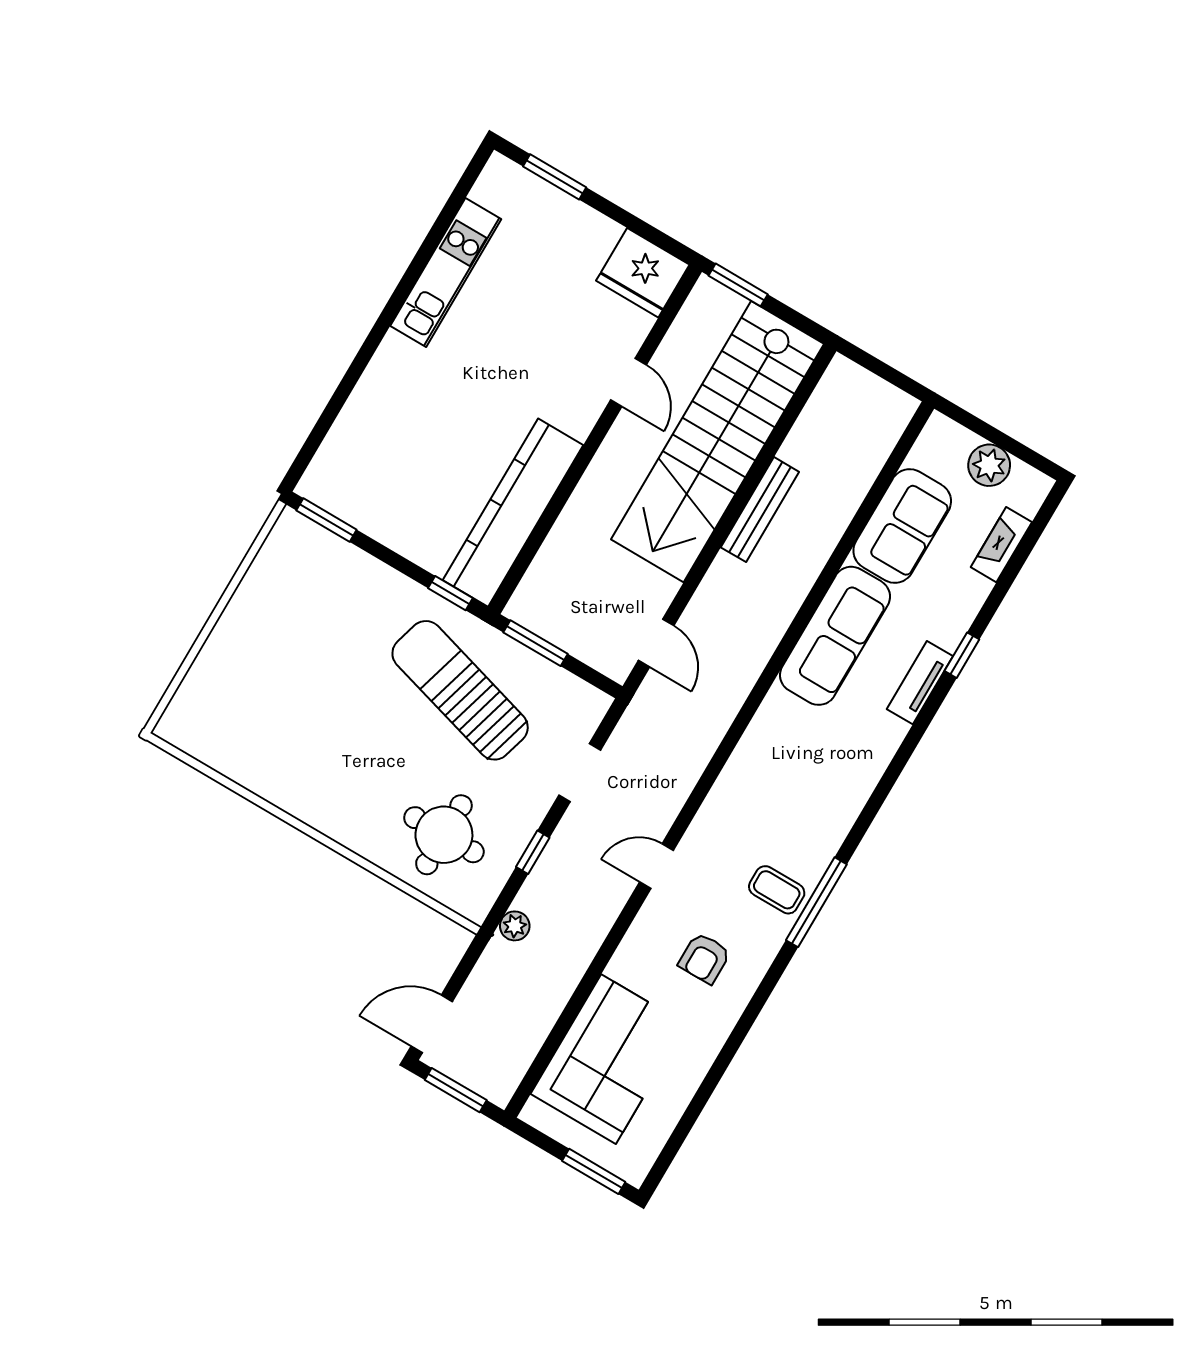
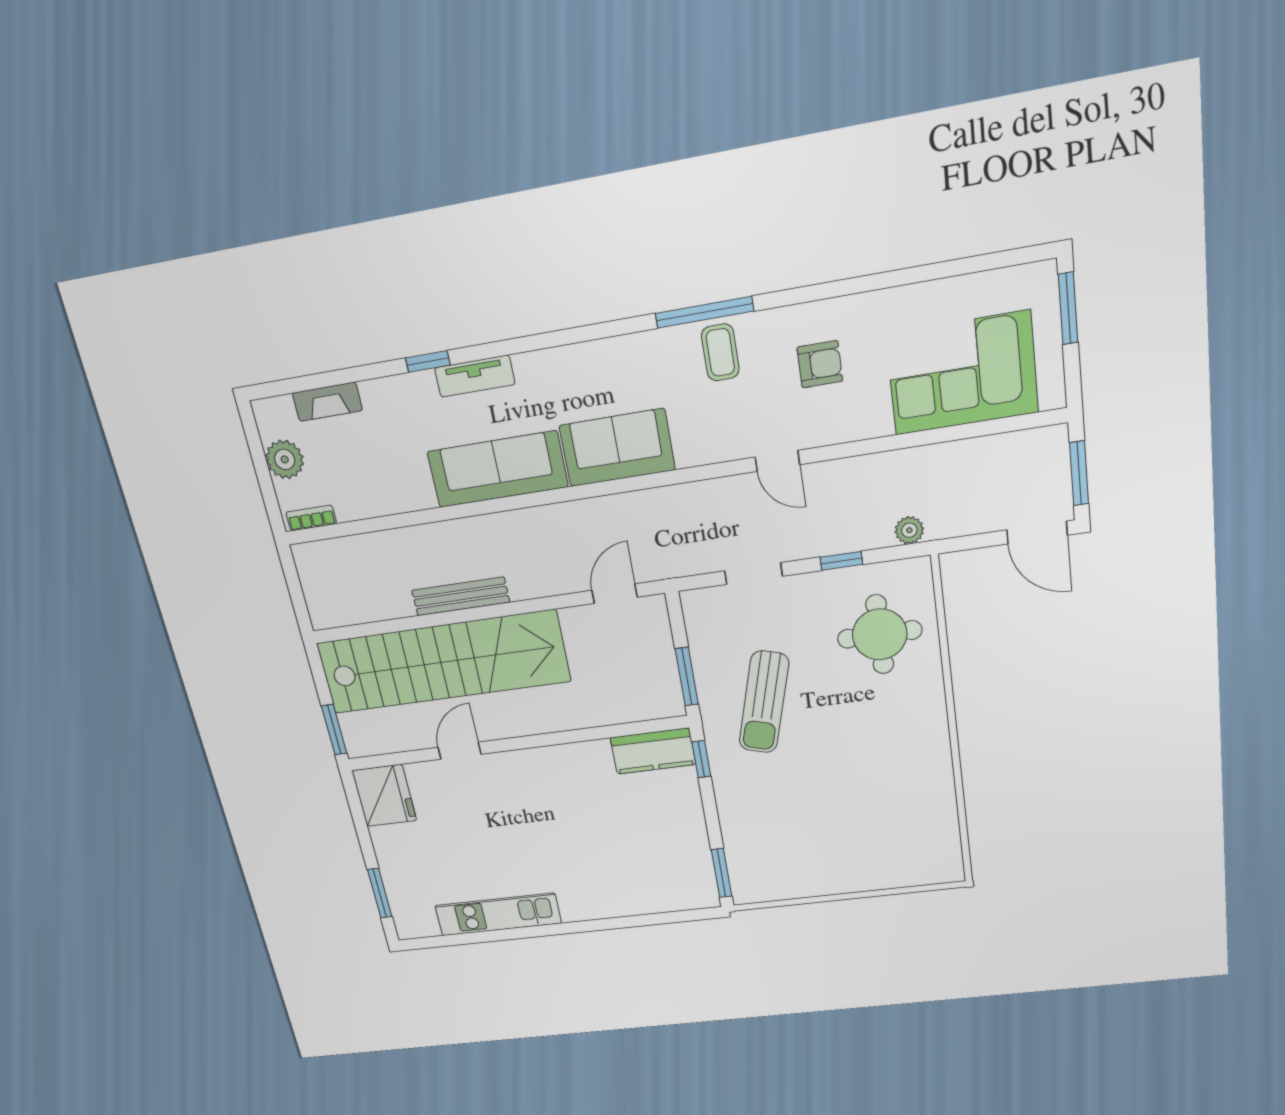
bookcase: (927, 442) -> (311, 518), added
kitchen counter: (513, 513) -> (653, 751), width x0.48, depth x0.86
sofa: (902, 526) -> (617, 448), moved
sun lounger: (460, 690) -> (764, 702), width x0.73, depth x0.75

